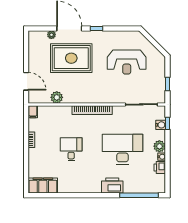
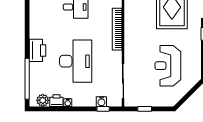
plant: (159, 146) -> (43, 100), moved

